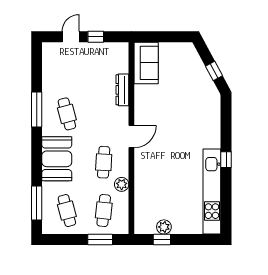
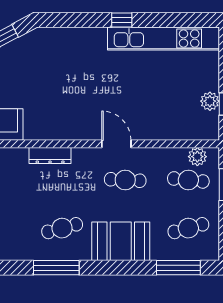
dresser: (122, 90) -> (50, 156), moved
door: (131, 137) -> (116, 144), moved
plant: (122, 184) -> (197, 157), moved

